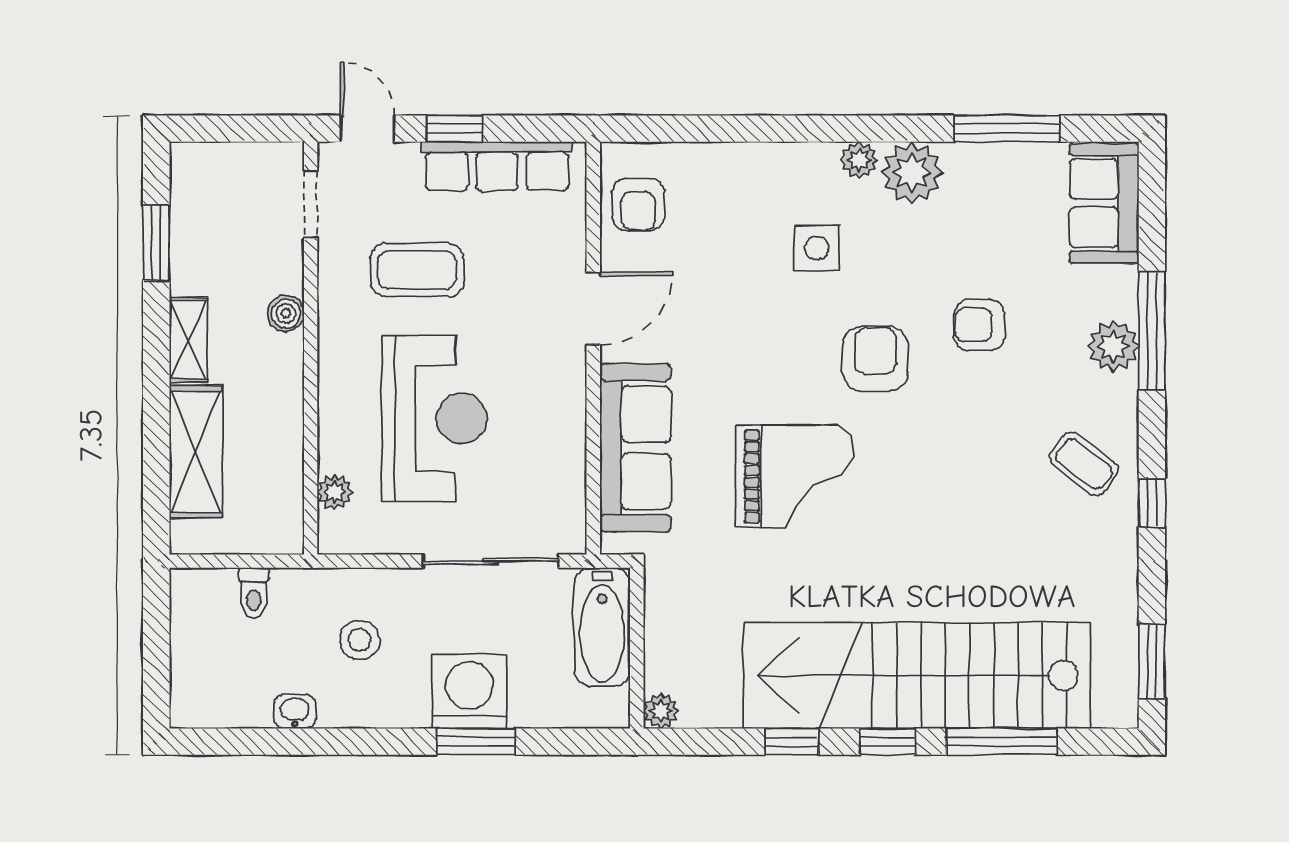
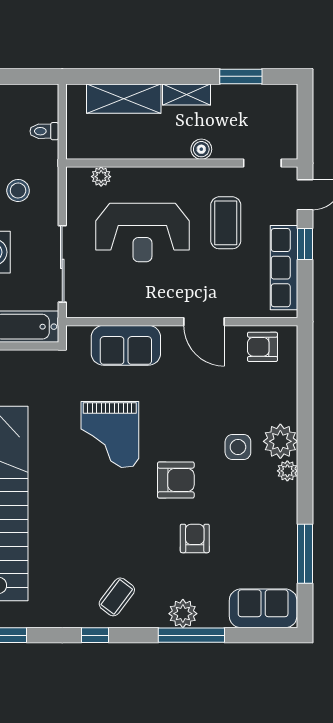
plant: (912, 172) -> (280, 441), moved
sofa: (635, 448) -> (126, 345), width x0.73

